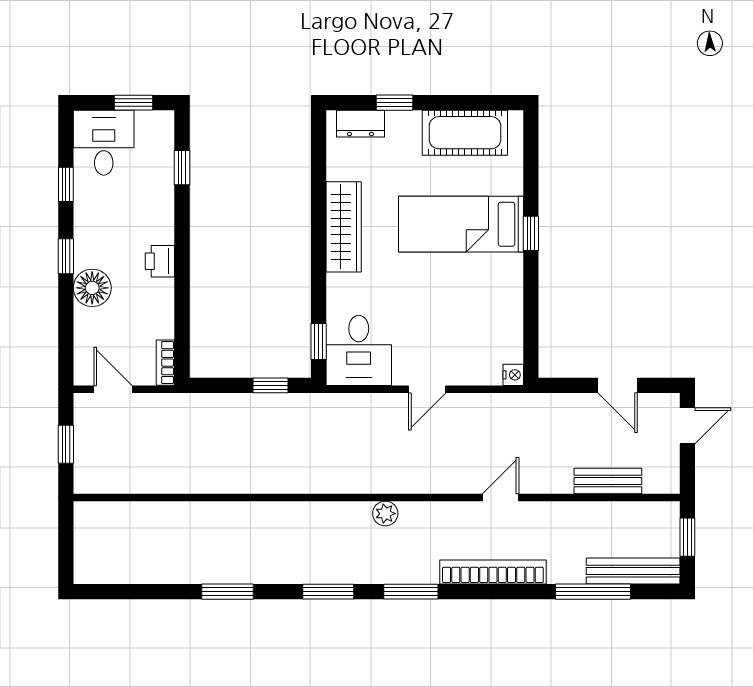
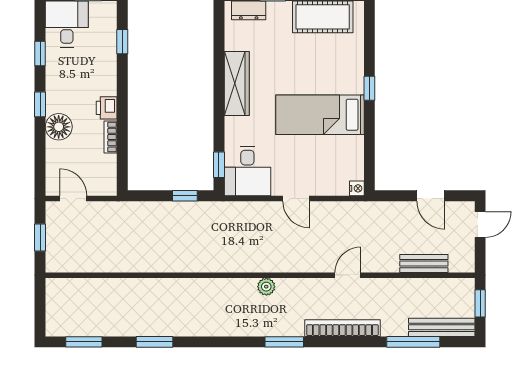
bed: (461, 224) -> (320, 115), moved
bookcase: (165, 363) -> (111, 137), moved
door: (427, 389) -> (296, 199), hinge flipped
window: (328, 592) -> (84, 342), moved

